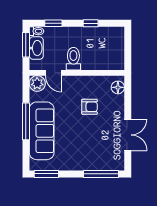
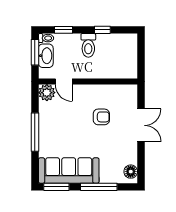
toilet: (73, 59) -> (88, 45), moved, turned 180
floor lamp: (118, 87) -> (131, 172), moved
sofa: (42, 131) -> (69, 171), moved, turned -90
double door: (128, 135) -> (141, 125), moved
window: (101, 174) -> (99, 187), moved

